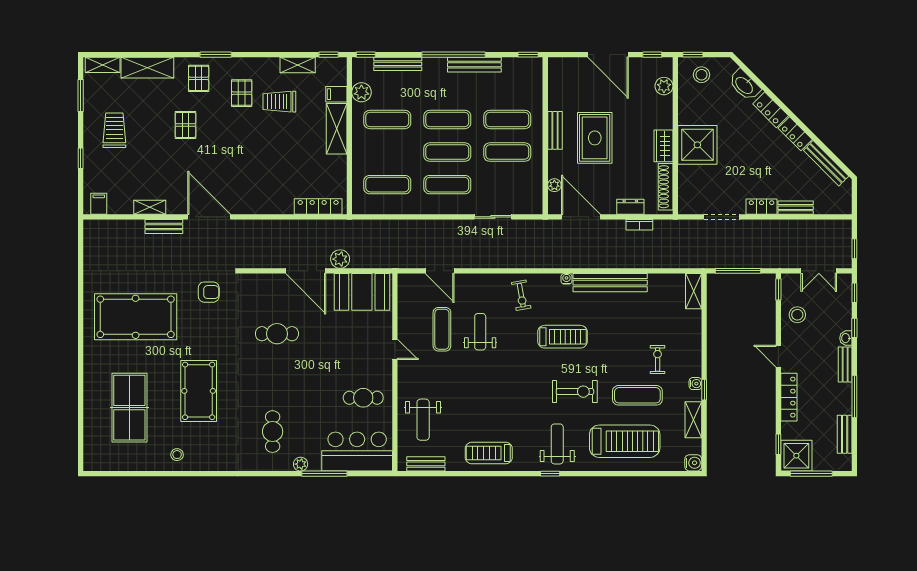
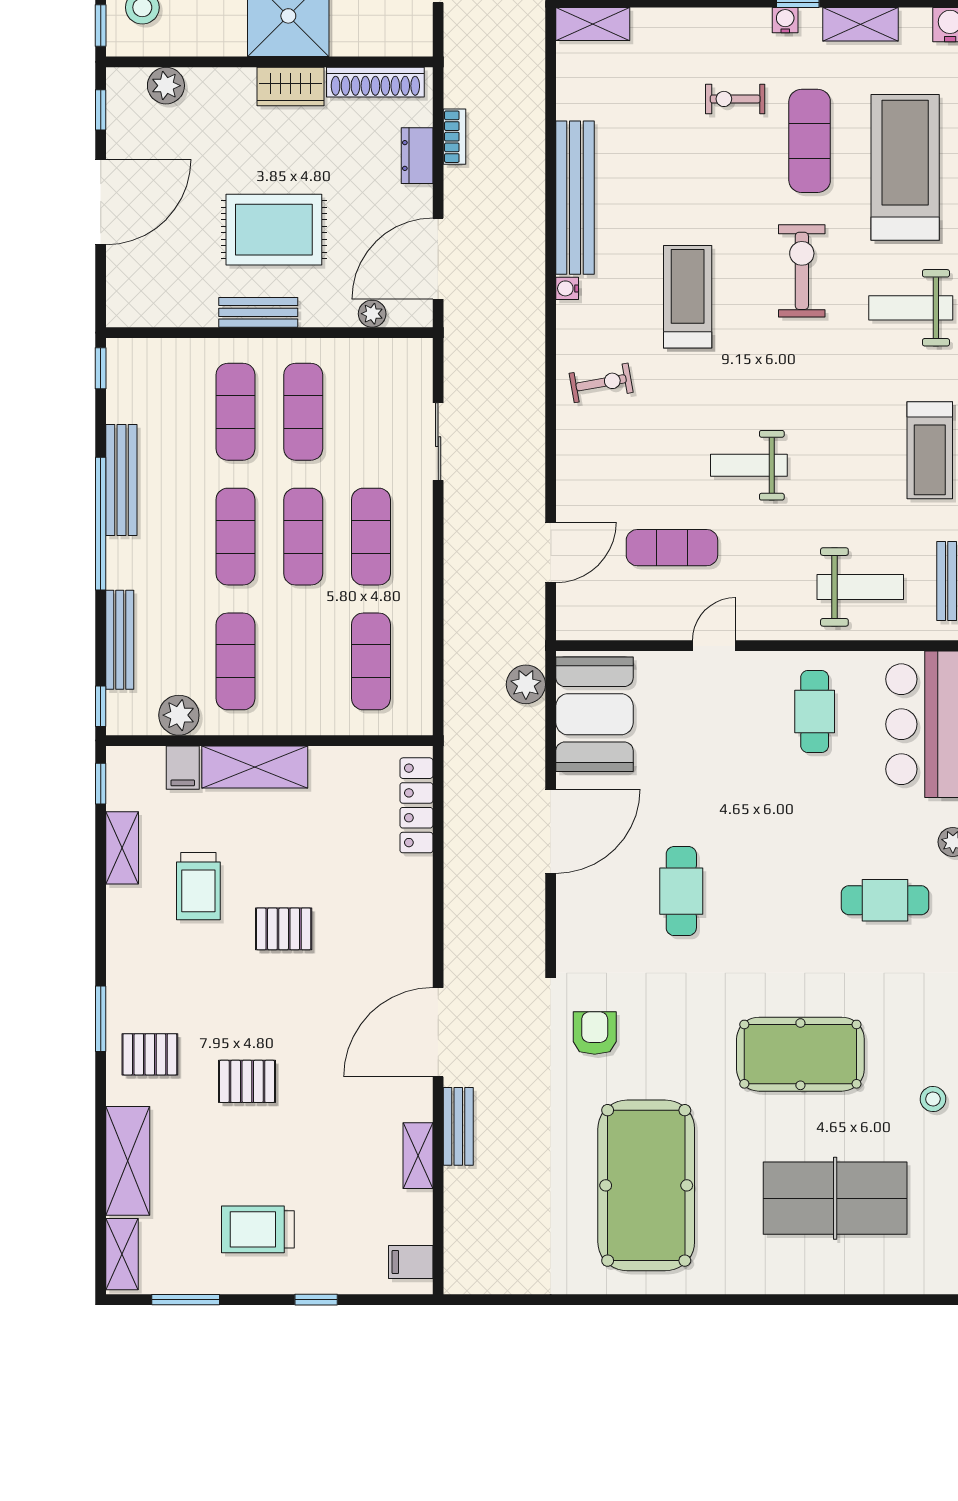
pallet: (242, 93) -> (284, 929), moved
plant: (340, 259) -> (526, 684), moved
weight bench: (480, 332) -> (749, 465), moved

